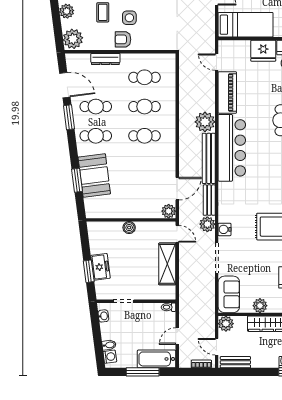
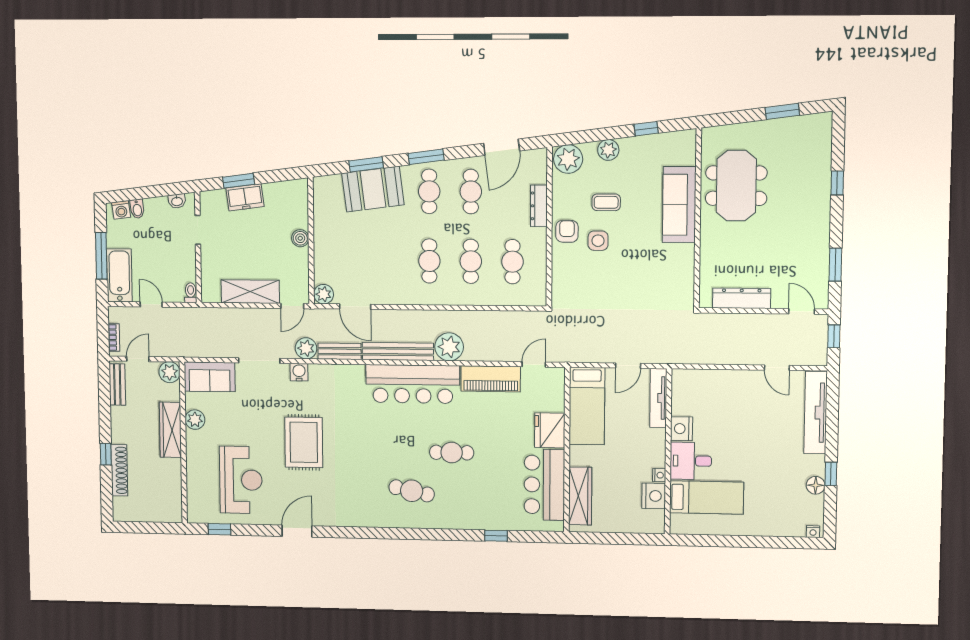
window: (69, 117) -> (426, 157), moved

